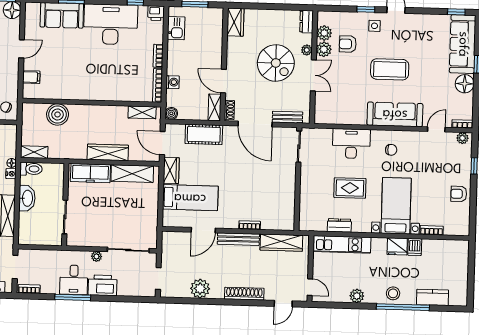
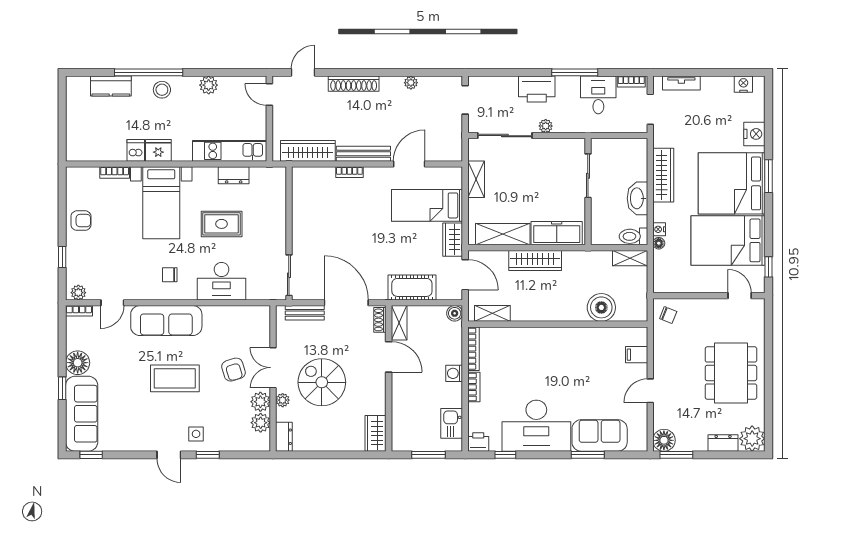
armchair: (348, 44) -> (233, 370), moved, turned 73
washing machine: (173, 82) -> (454, 373), moved
shelving: (152, 217) -> (476, 179), added
desk: (74, 280) -> (598, 95), moved
plant: (200, 289) -> (411, 83), width x0.53, depth x0.53

